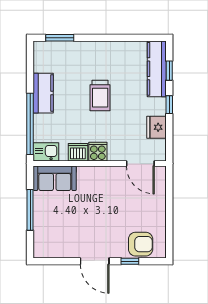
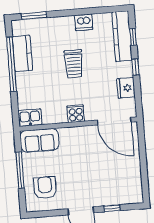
kitchen counter: (43, 93) -> (22, 53), moved
window: (30, 124) -> (11, 64), moved
dishwasher: (78, 152) -> (84, 22), moved, turned 180
door: (140, 163) -> (114, 121), width x1.36
armchair: (141, 244) -> (45, 188), moved, turned -90

